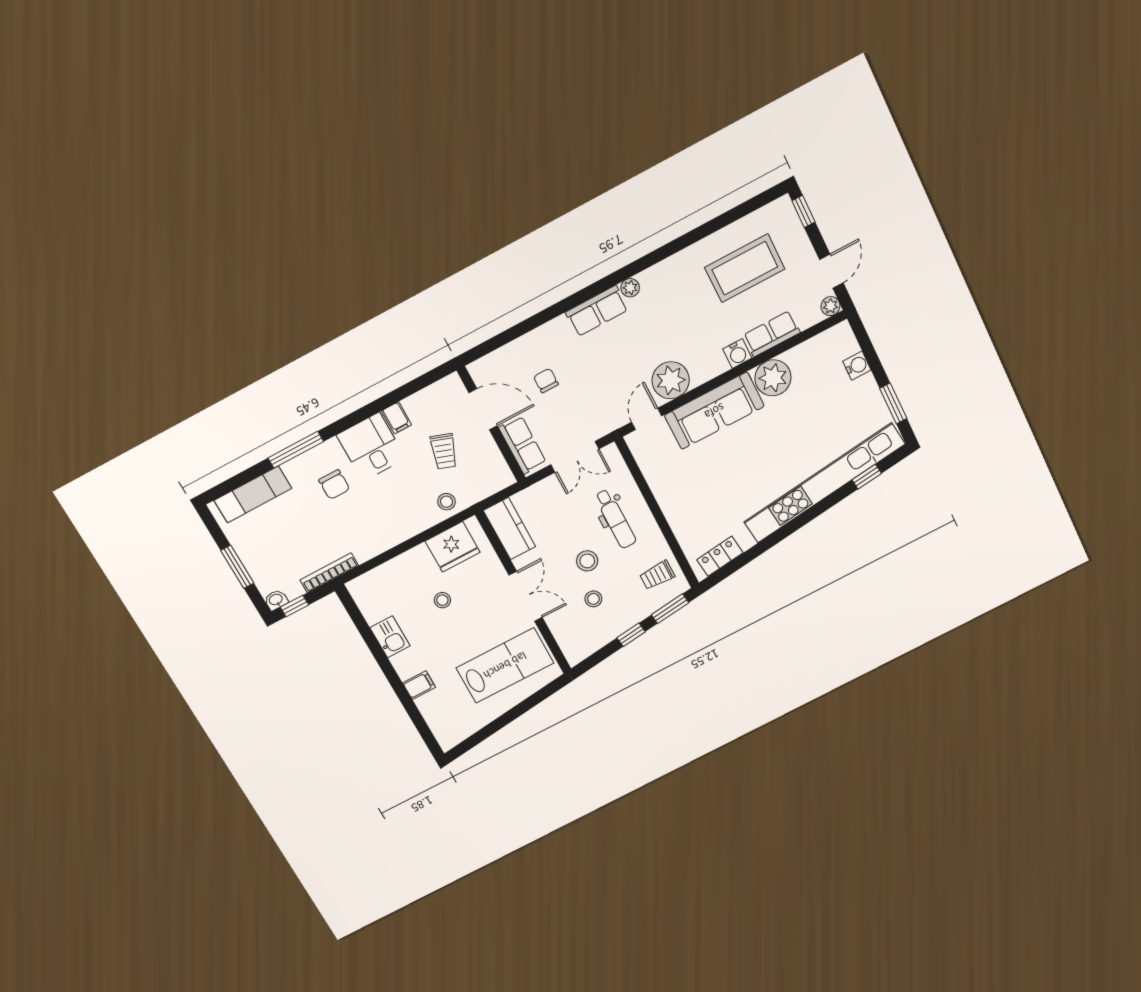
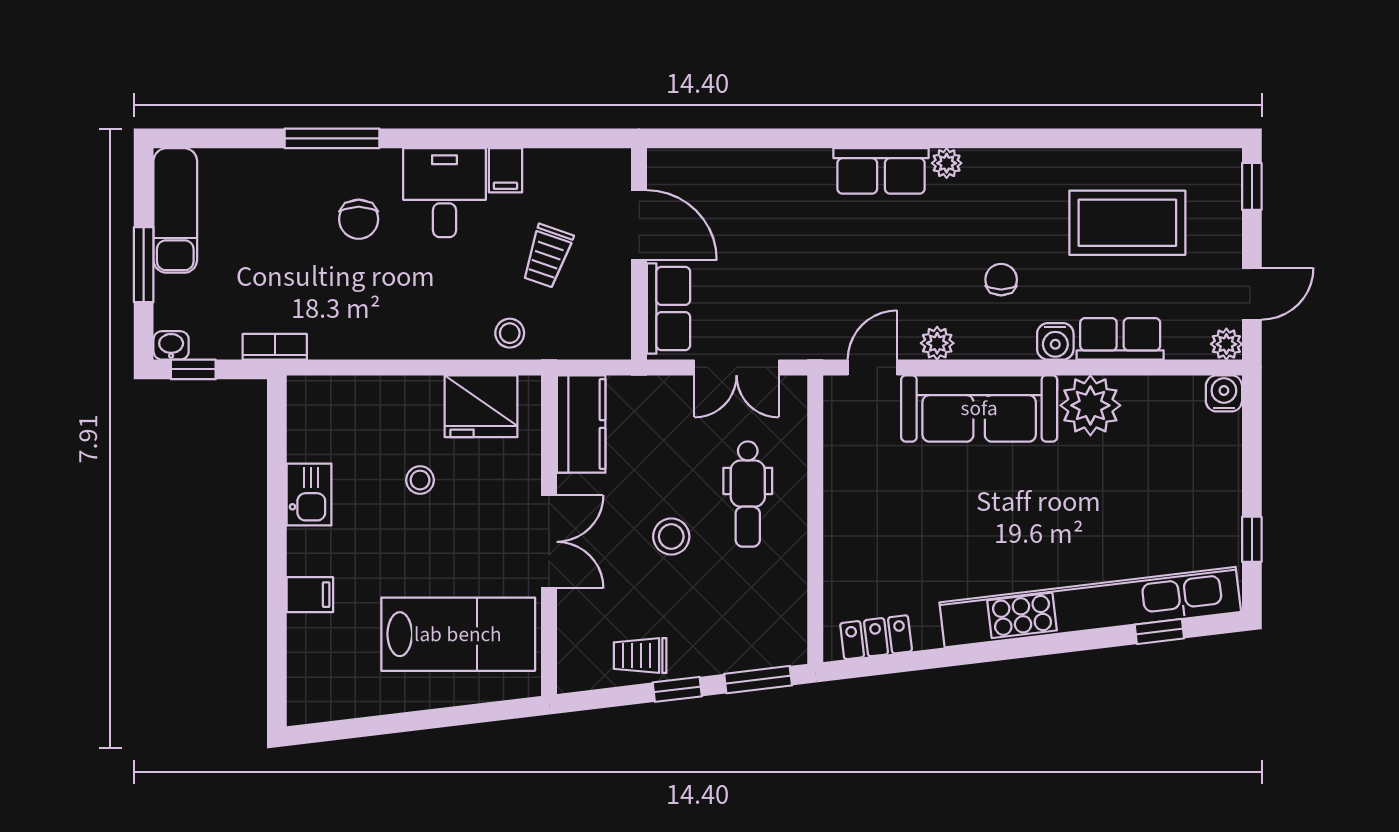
water cooler: (857, 366) -> (1224, 393), moved, turned -90
plant: (671, 380) -> (937, 343), width x0.53, depth x0.53
chair: (546, 381) -> (1001, 280), moved
window: (893, 403) -> (1252, 539), width x0.67
exam couch: (253, 494) -> (175, 210), moved, turned -90
bookcase: (329, 573) -> (275, 347), width x0.64
trolley: (657, 575) -> (640, 656), moved
stool: (593, 599) -> (649, 601), removed

